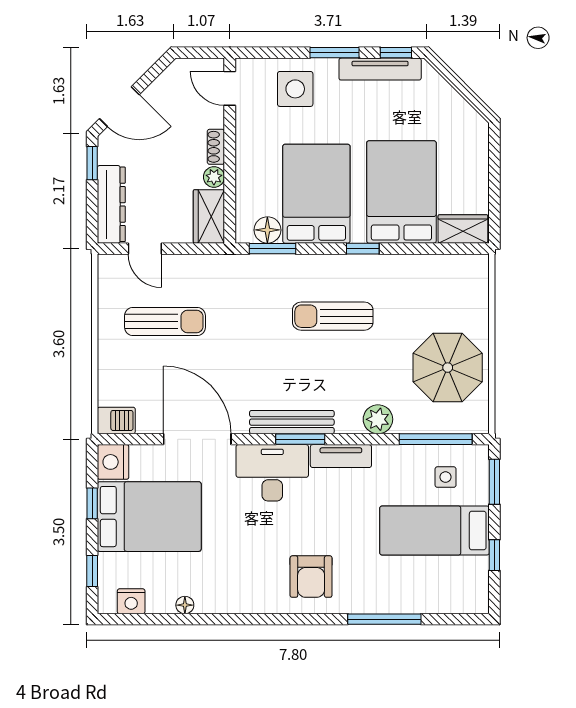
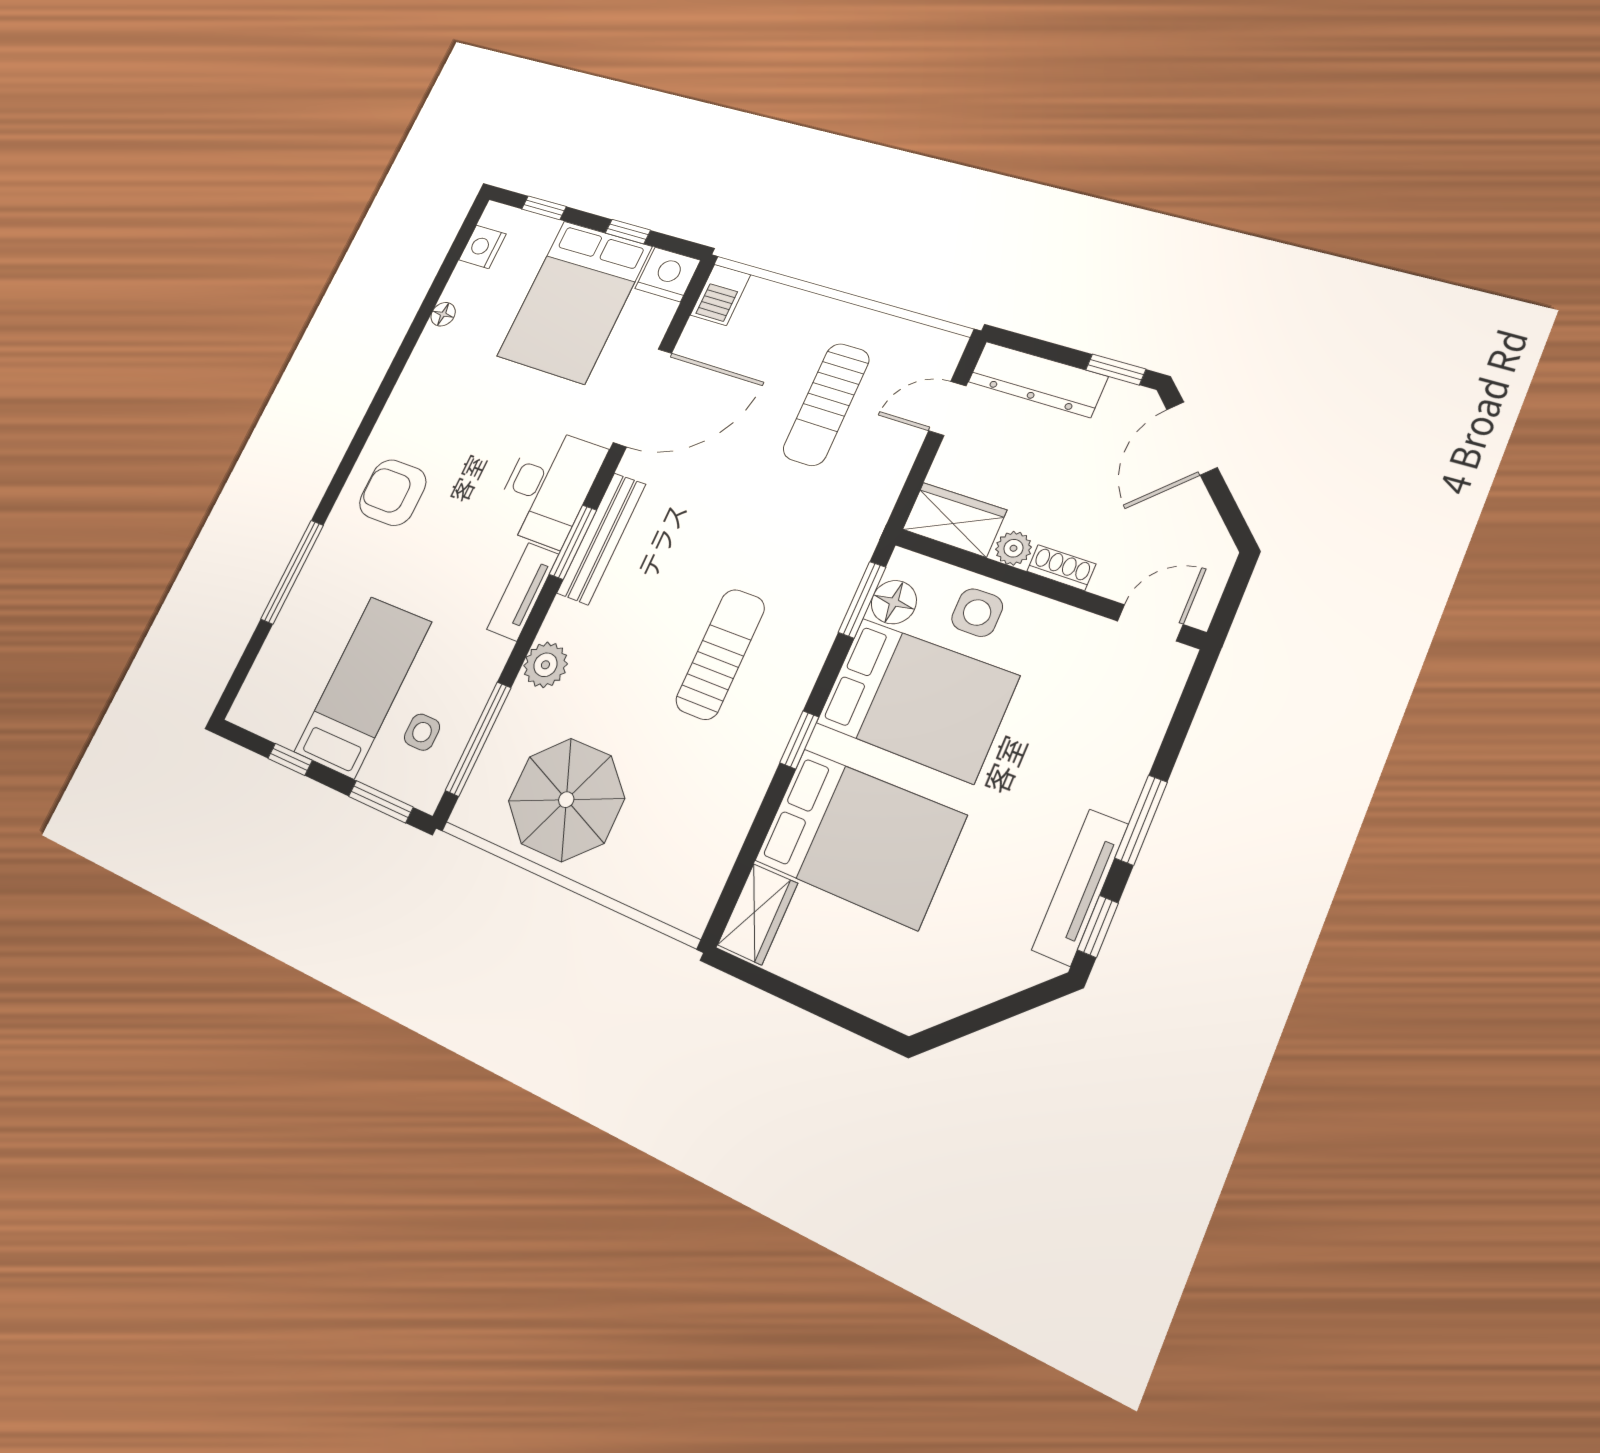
side table: (295, 89) -> (977, 613), moved, width x0.73, depth x0.73

